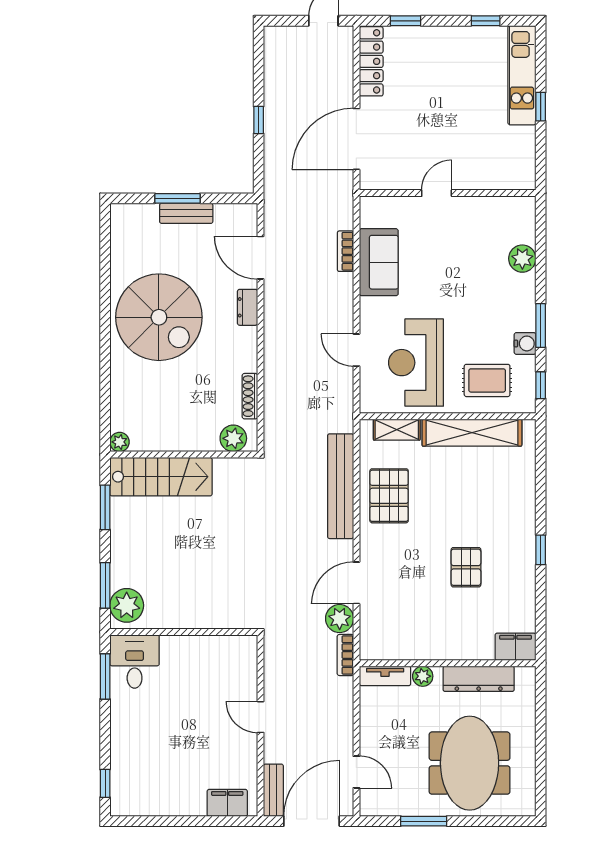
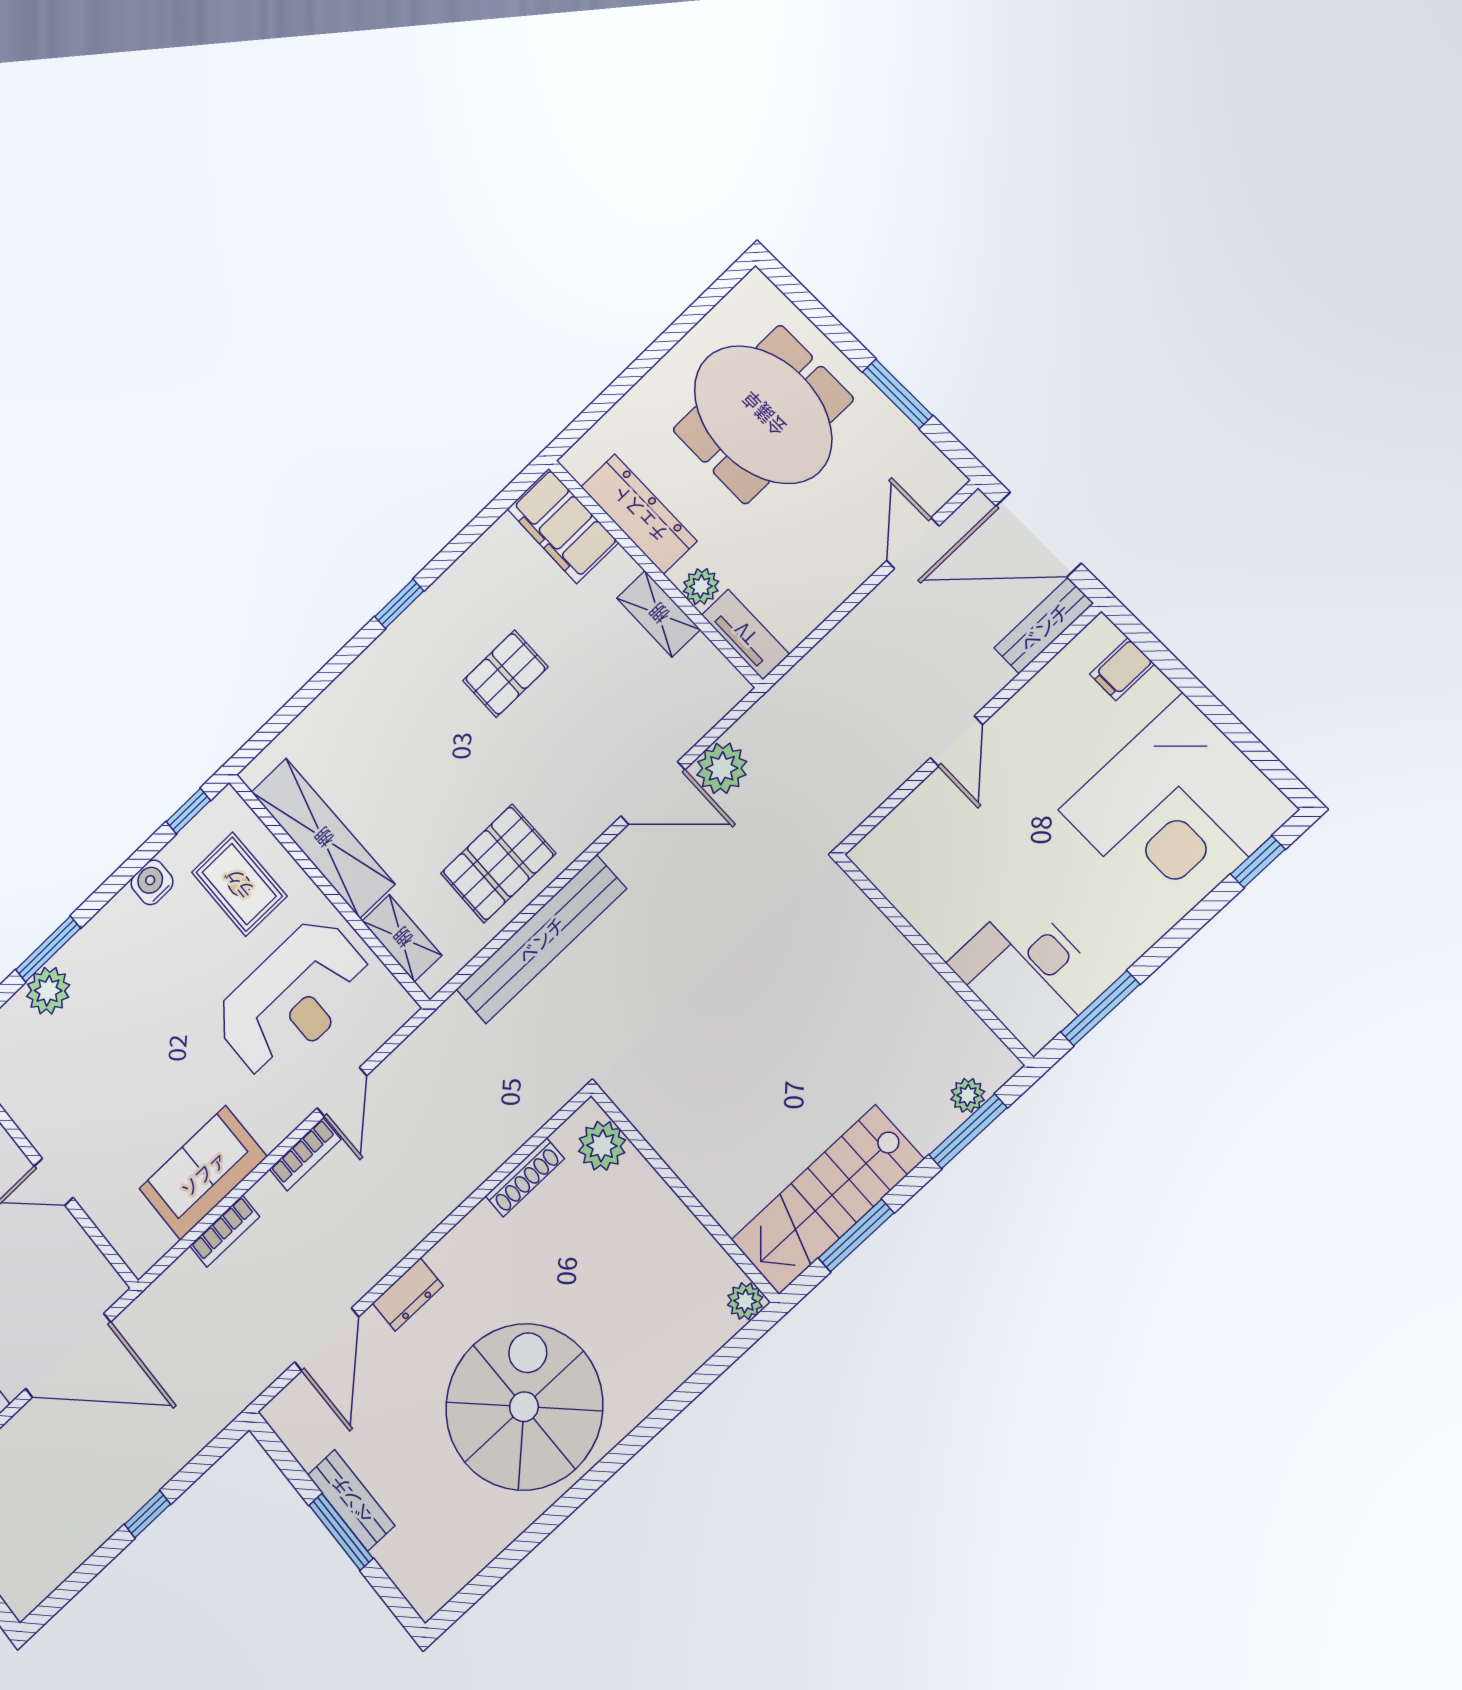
window: (541, 326) -> (48, 949), moved
stairs: (161, 477) -> (827, 1200), moved, turned -90
plant: (127, 605) -> (968, 1095), width x0.53, depth x0.53
filing cabinet: (515, 647) -> (563, 526), width x1.50, depth x1.17
shelving: (429, 650) -> (658, 614), added
bookcase: (345, 655) -> (305, 1154), moved
desk: (135, 662) -> (1028, 974), width x1.37
meeting table: (470, 763) -> (763, 414), turned 90
corner desk: (153, 773) -> (1178, 810), added
filing cabinet: (227, 803) -> (1122, 669), width x0.50

